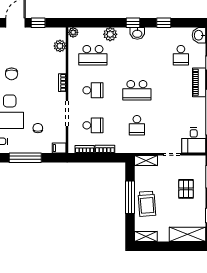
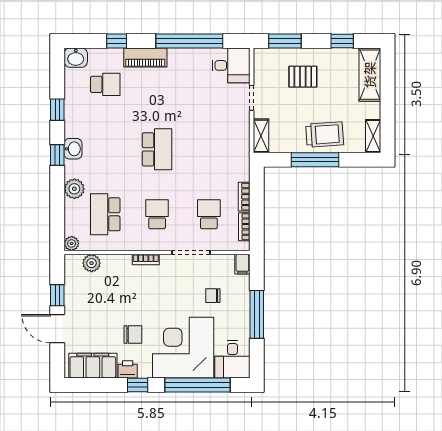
school desk: (93, 55) -> (105, 214), turned 180
school desk: (137, 125) -> (209, 149), removed

